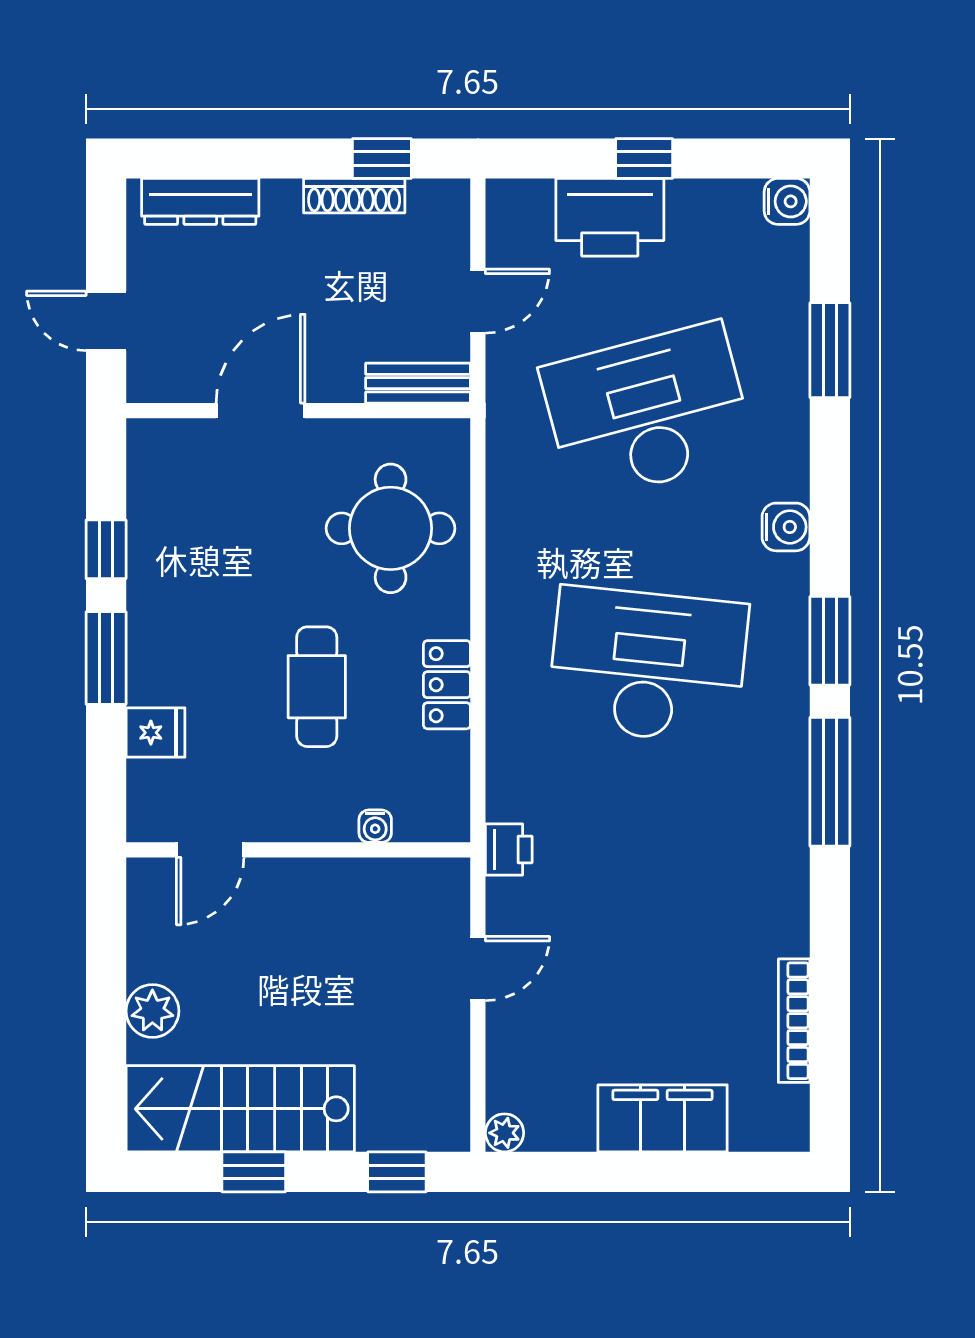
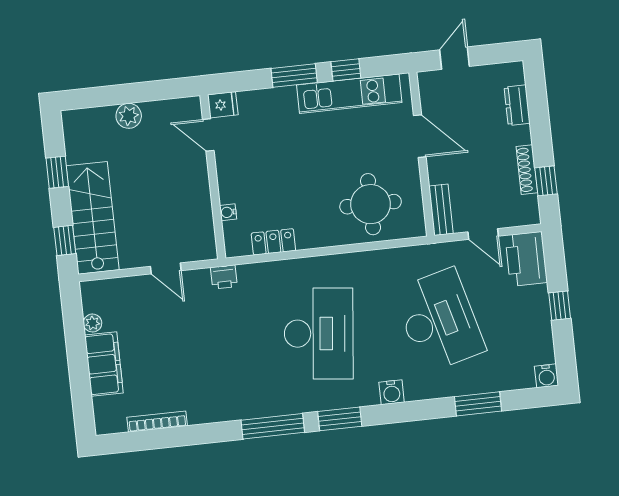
dresser: (200, 201) -> (517, 105), width x0.70
printer: (610, 217) -> (526, 259), moved
kitchen unit: (156, 548) -> (349, 94), added
locker: (447, 685) -> (273, 242), moved
cafe table: (317, 687) -> (291, 177), removed
fridge: (155, 733) -> (223, 105), moved, turned -90
stairs: (240, 1109) -> (93, 218), moved
plant: (505, 1133) -> (93, 323), moved

